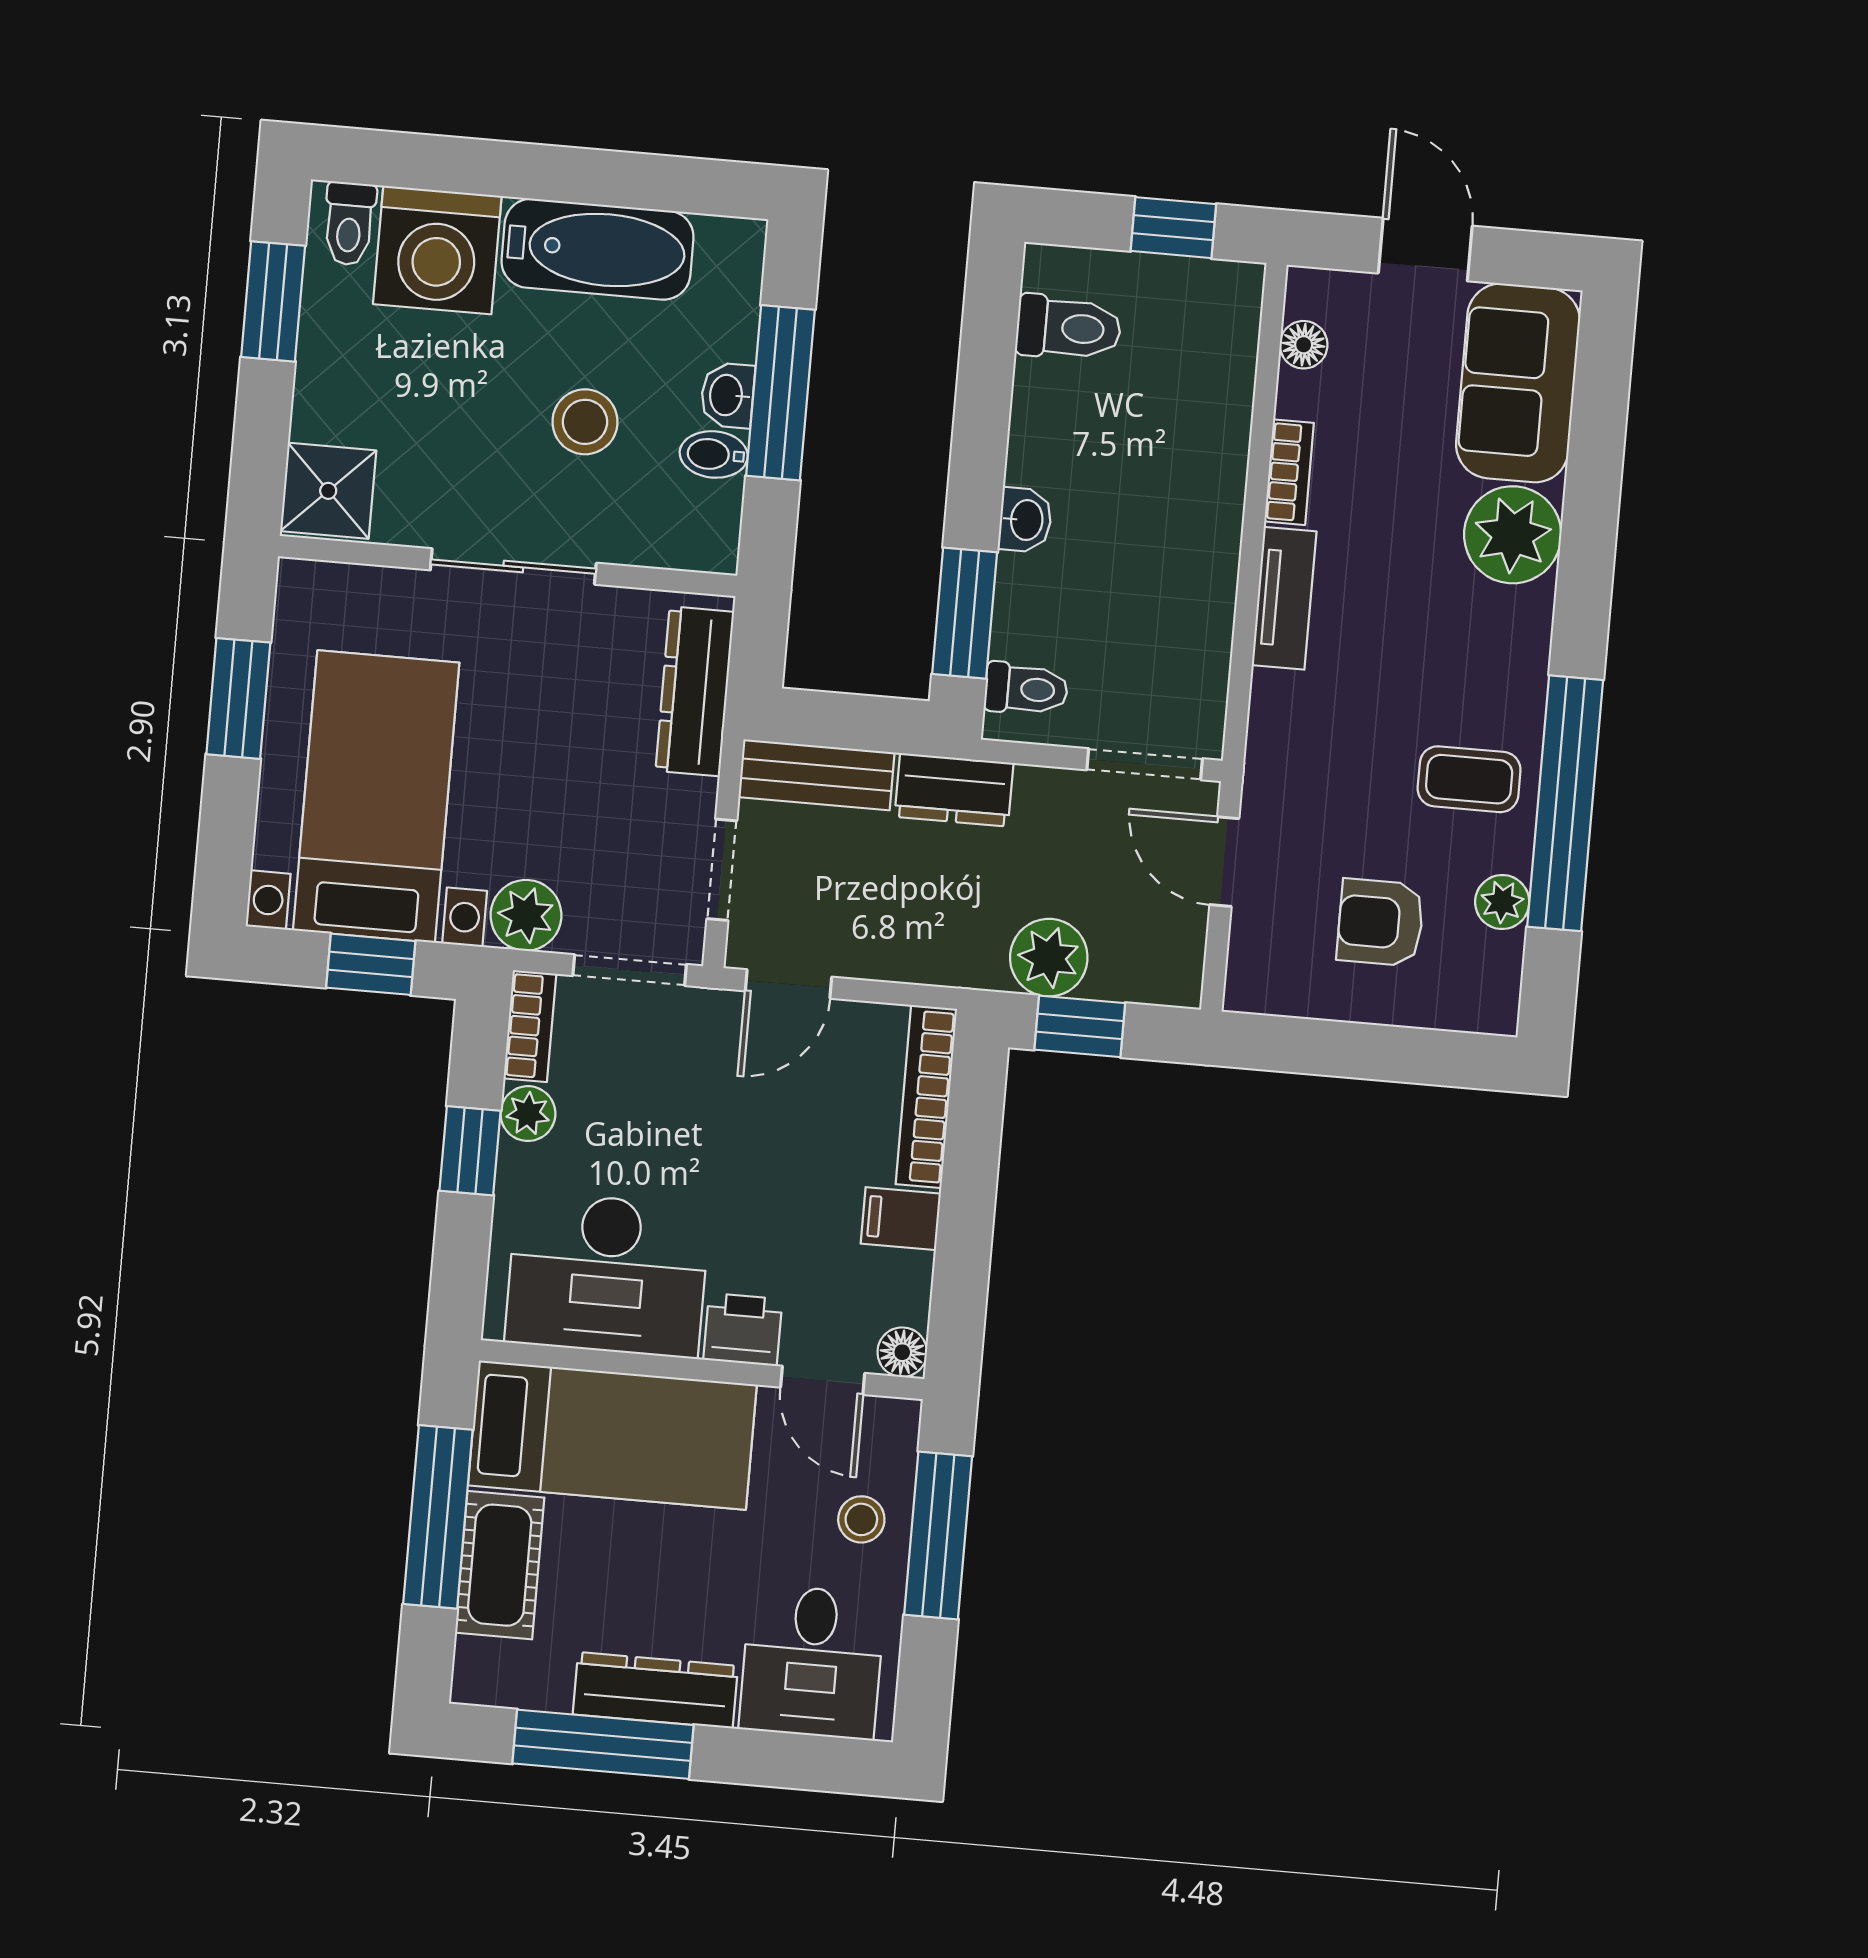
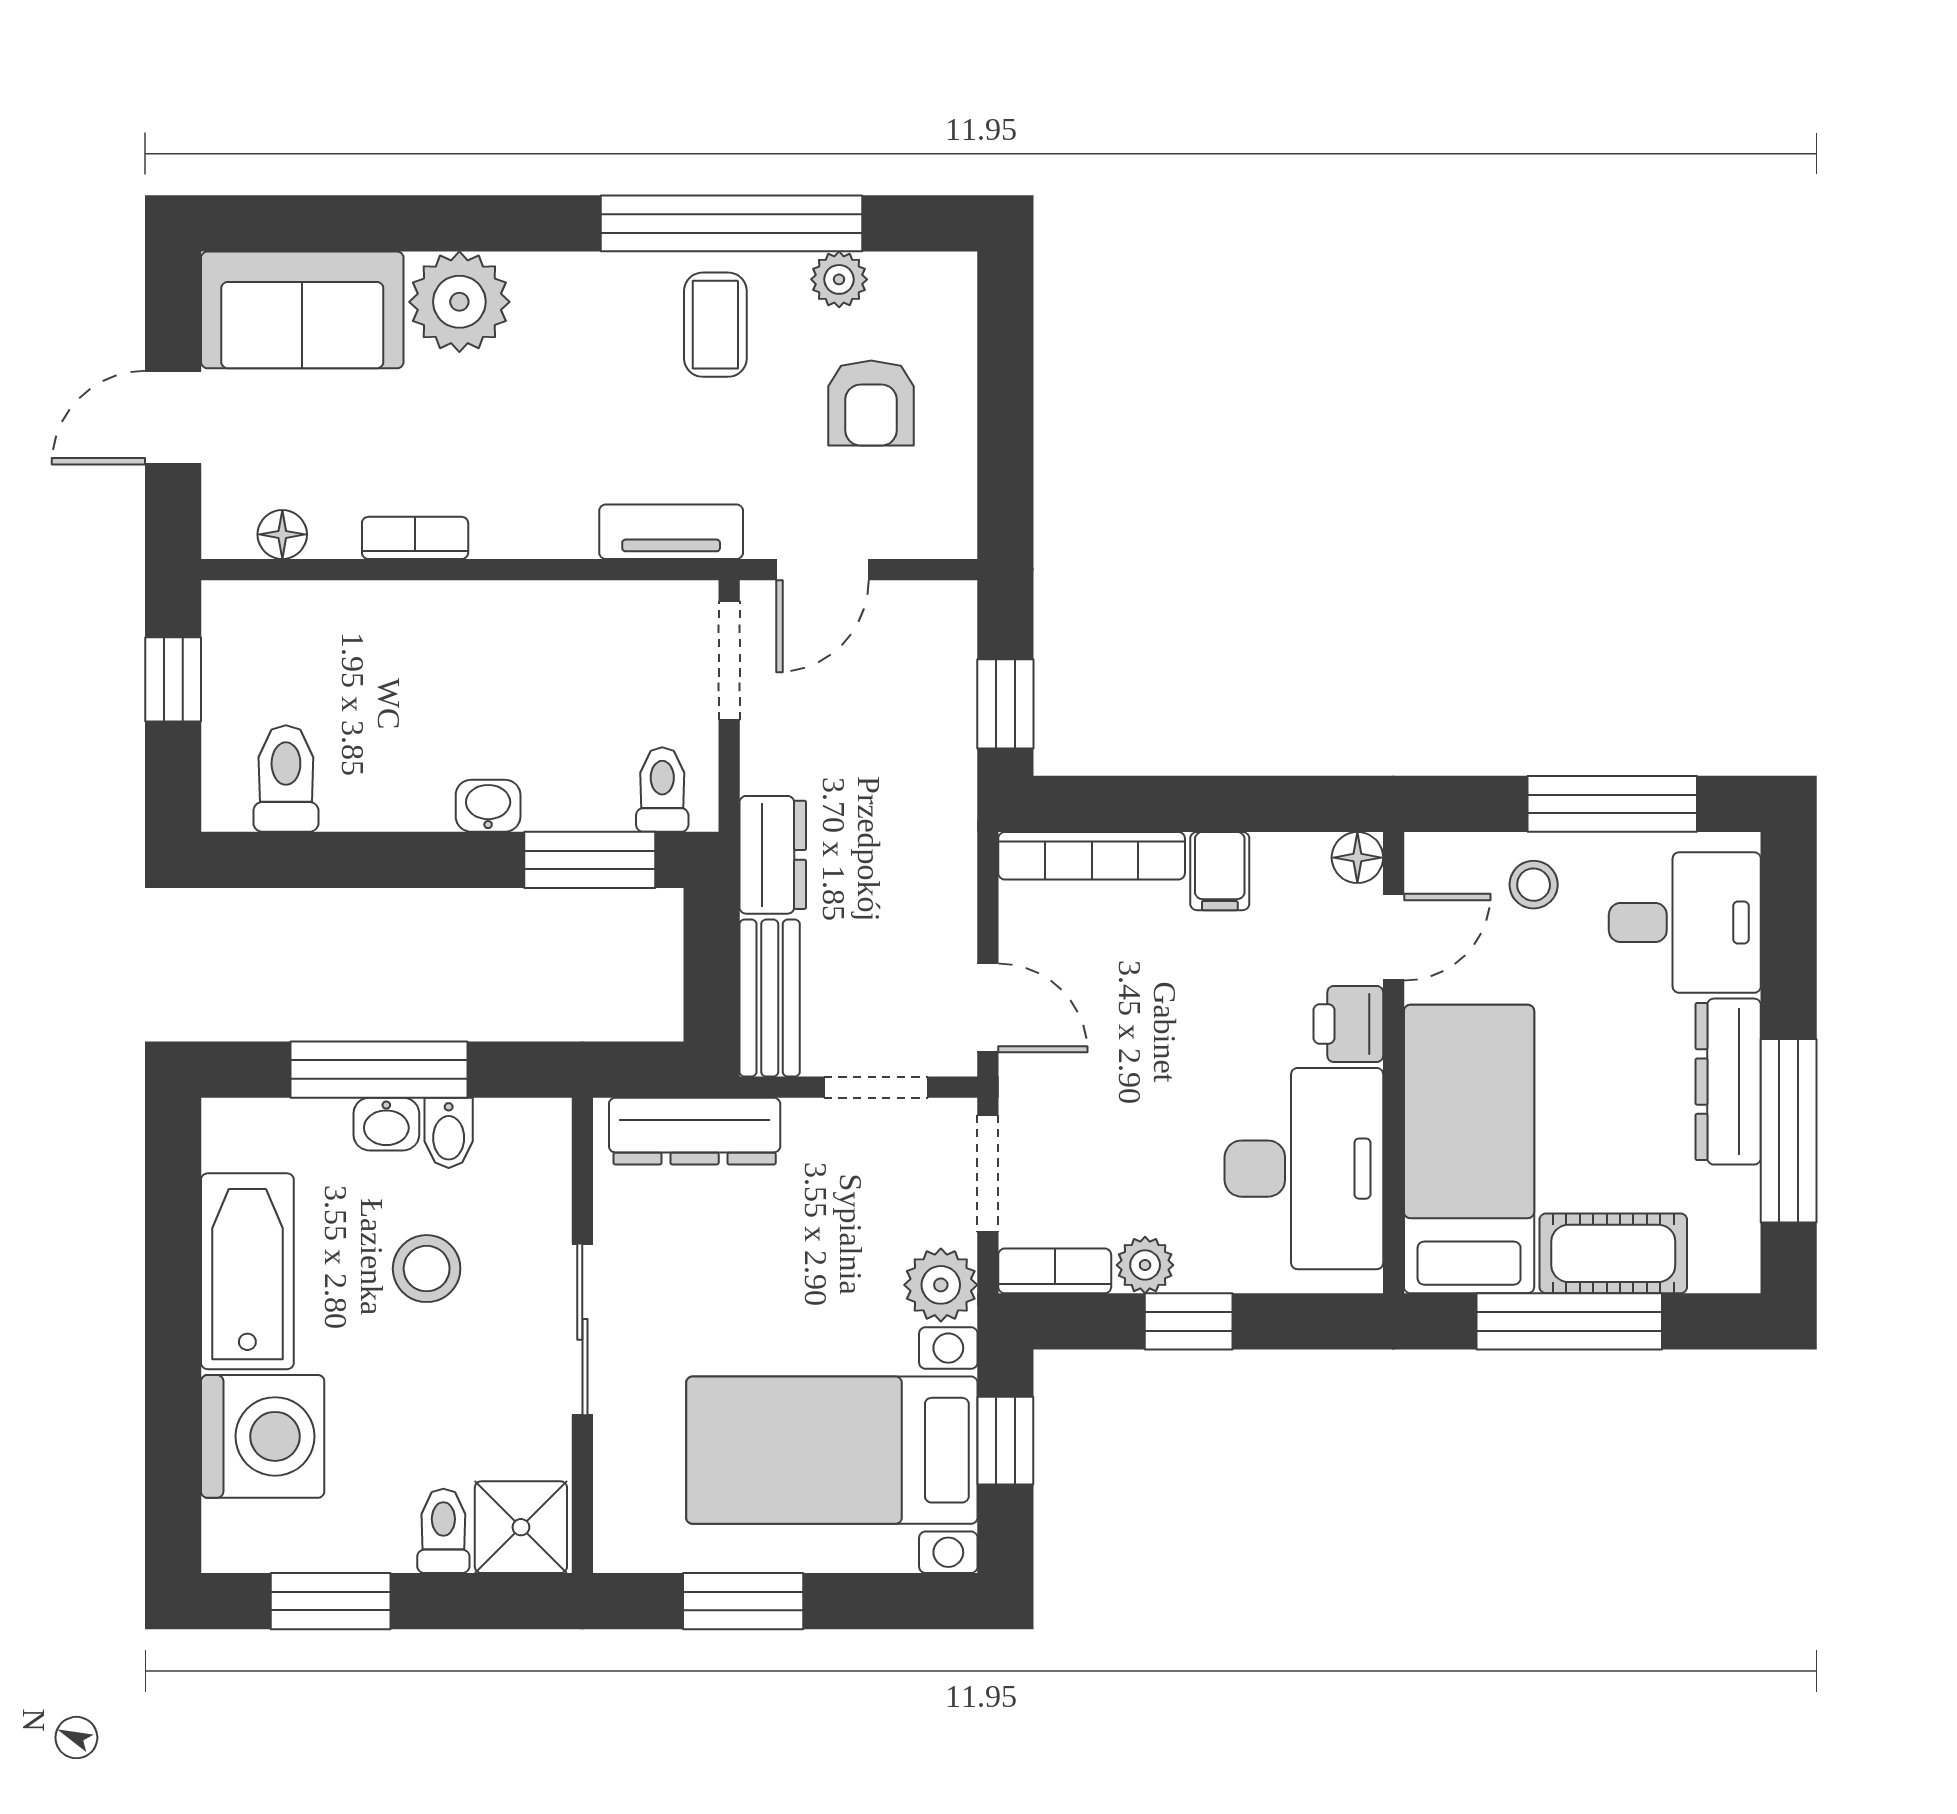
toilet: (349, 224) -> (443, 1531), moved, turned -90
tv unit: (1284, 598) -> (671, 532), moved
plant: (1049, 958) -> (937, 742), removed
window: (938, 1535) -> (1612, 804), moved

